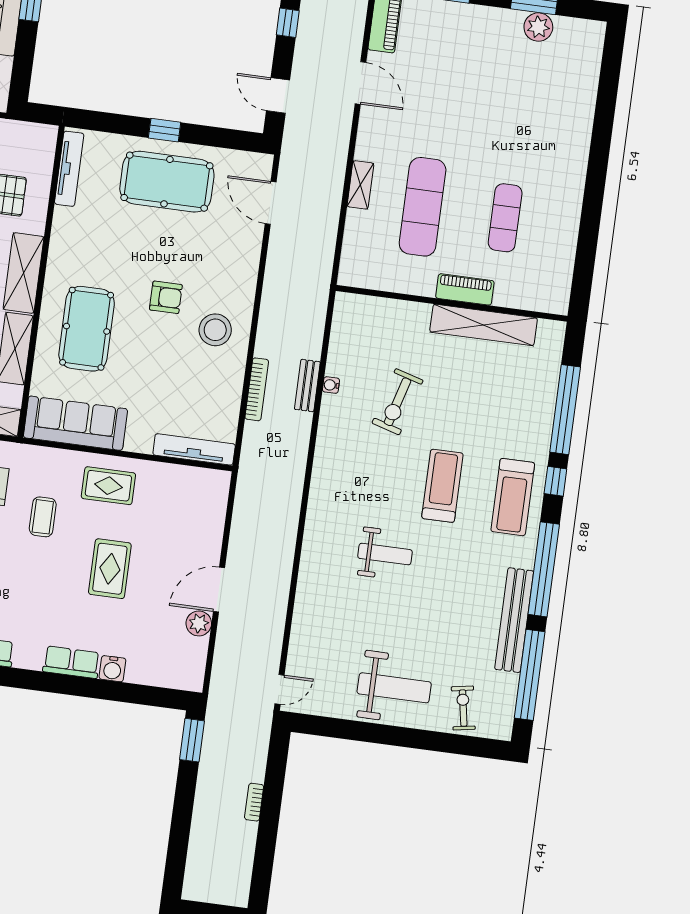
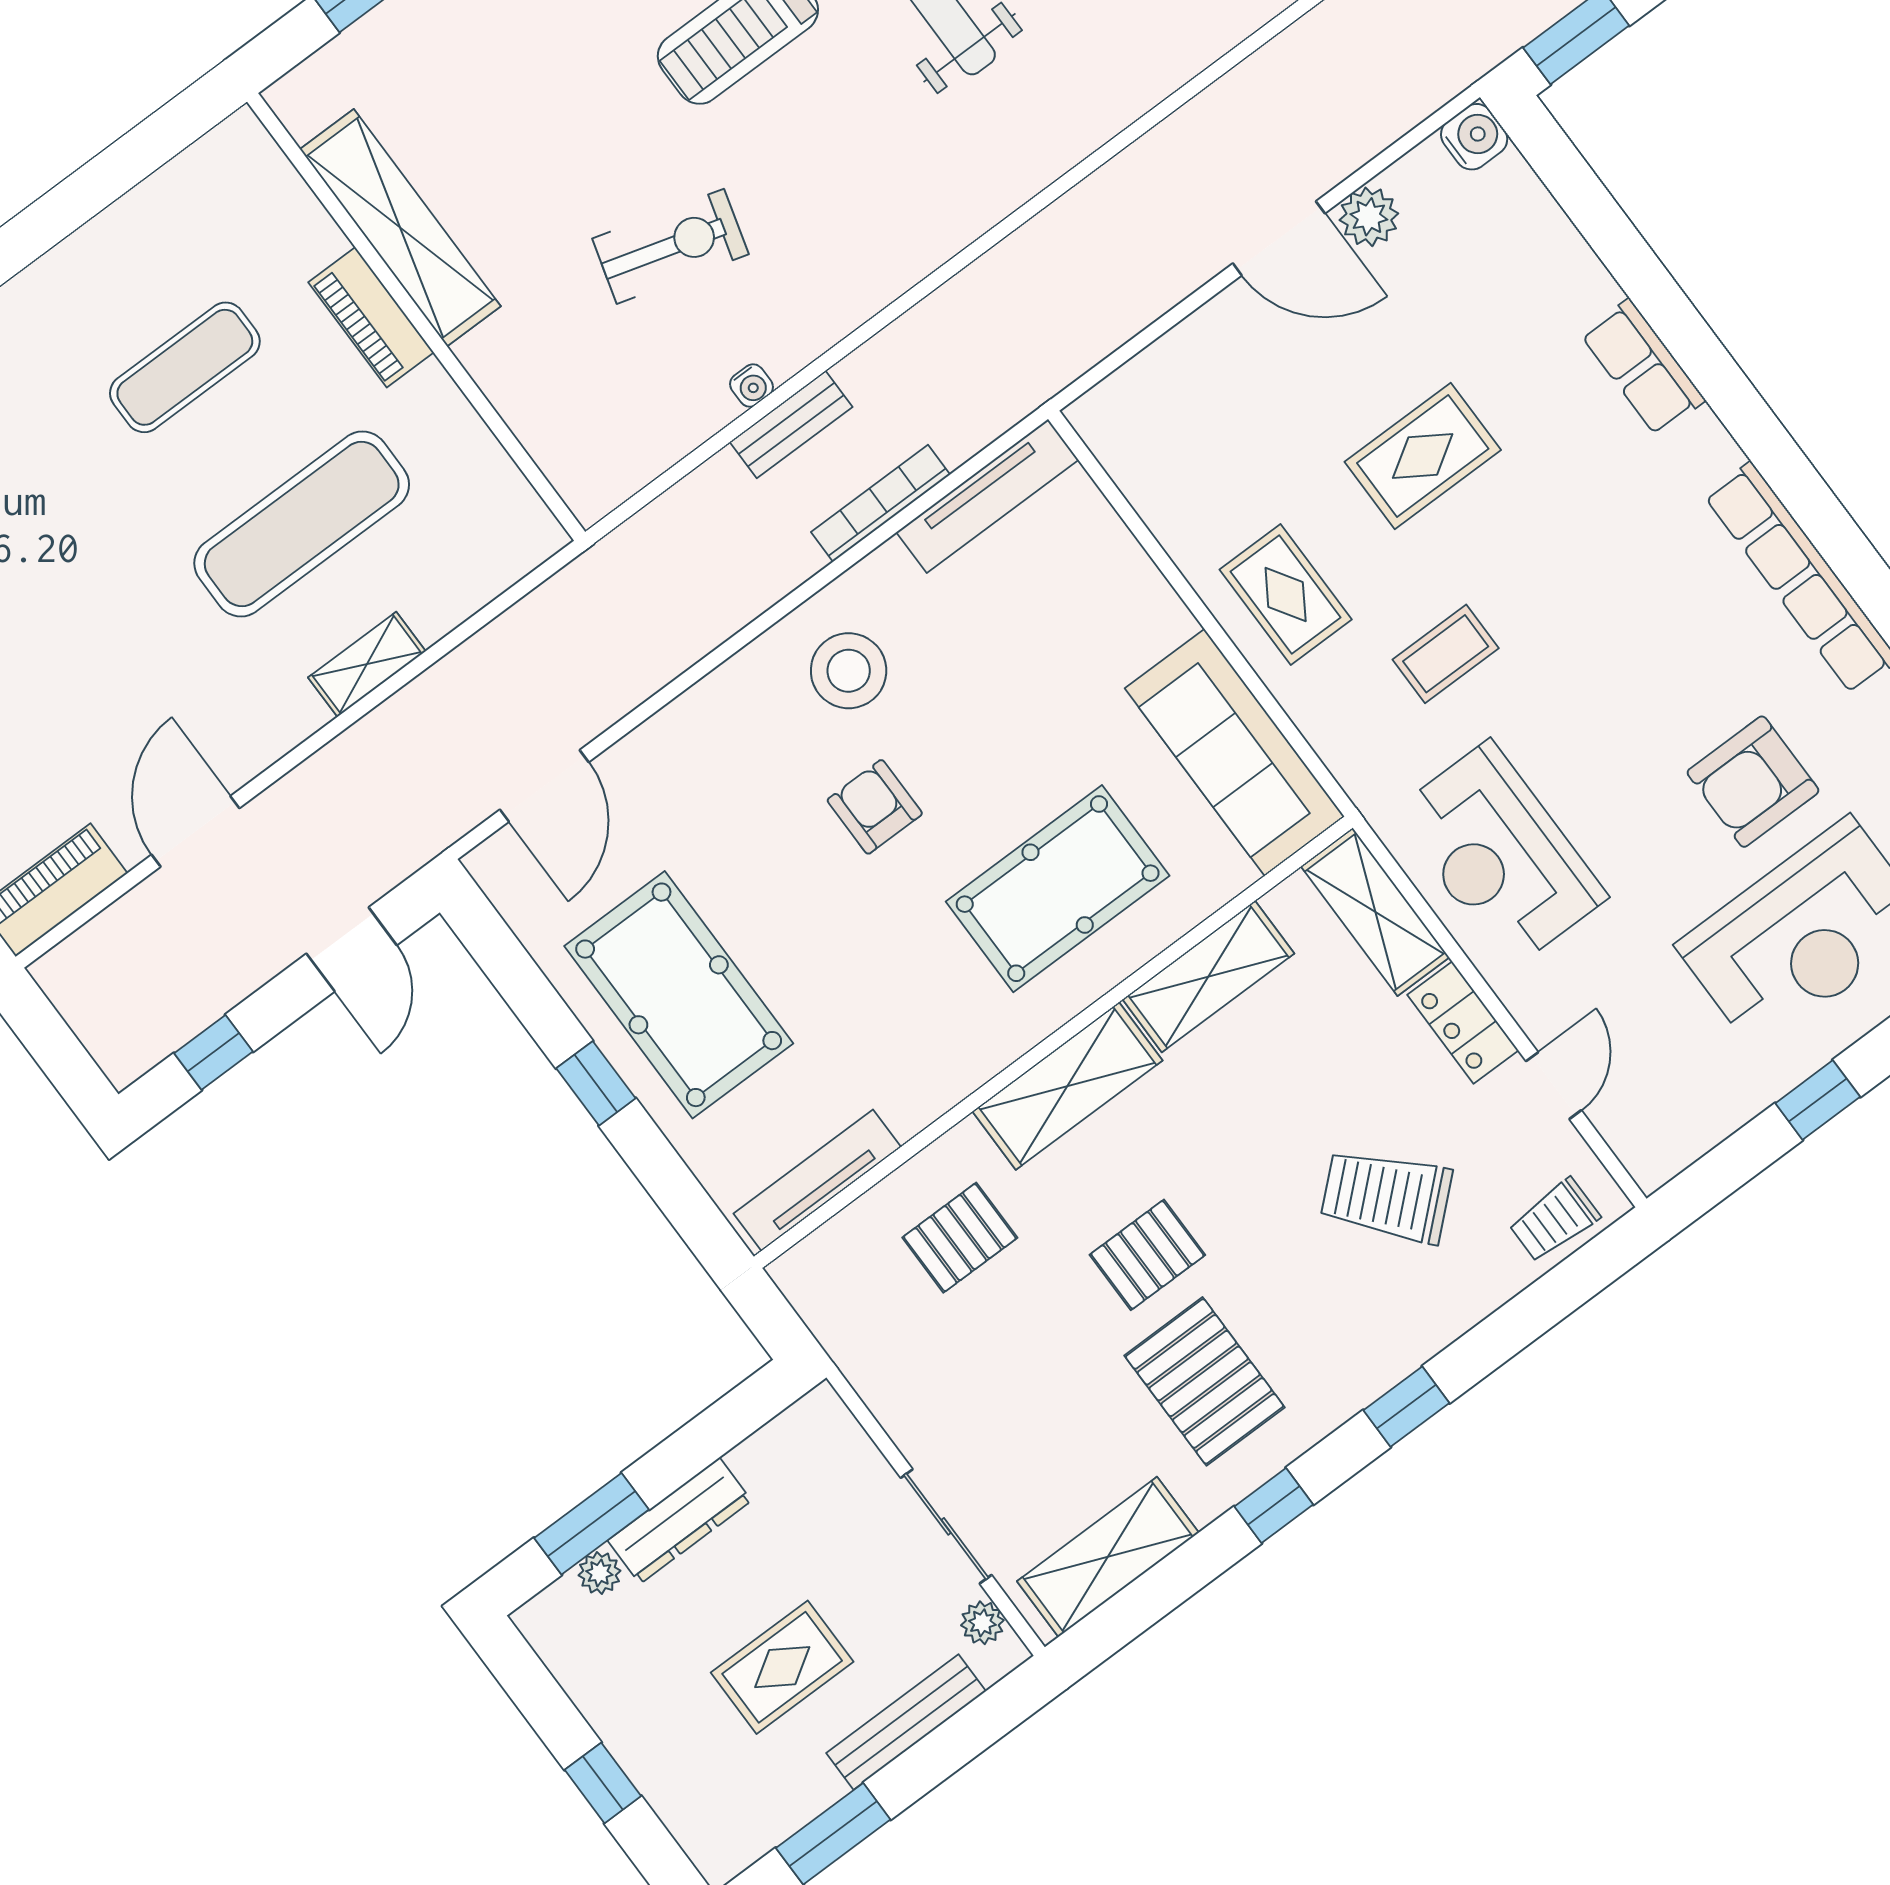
tv unit: (194, 449) -> (987, 496), moved, turned -90
water cooler: (112, 669) -> (1474, 137), moved

